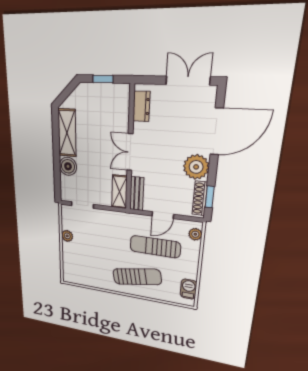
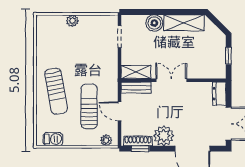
dresser: (141, 106) -> (219, 94), moved, turned 90
plant: (67, 236) -> (72, 21), moved

